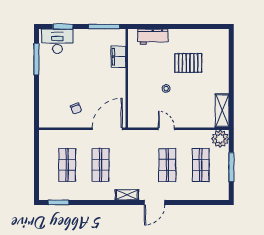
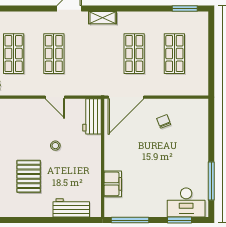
pallet: (188, 63) -> (29, 176), turned 90
workbench: (136, 113) -> (92, 116), added

